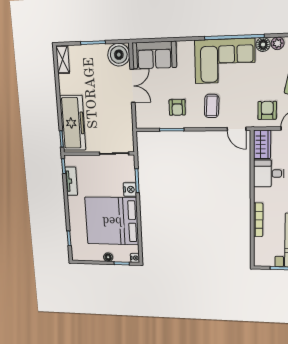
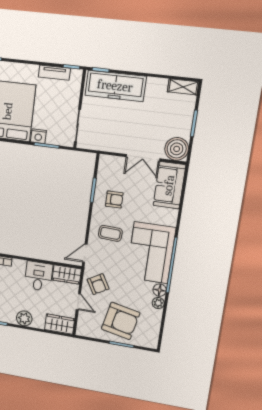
armchair: (177, 107) -> (114, 200), turned 180
armchair: (267, 110) -> (98, 284), turned 60

